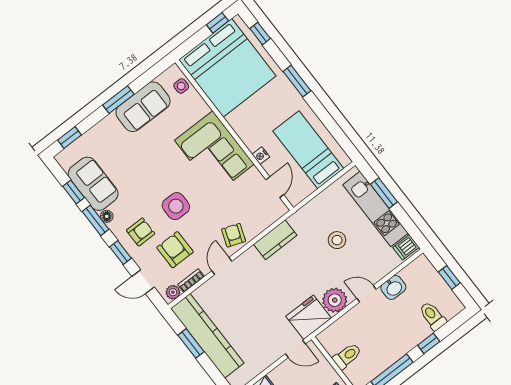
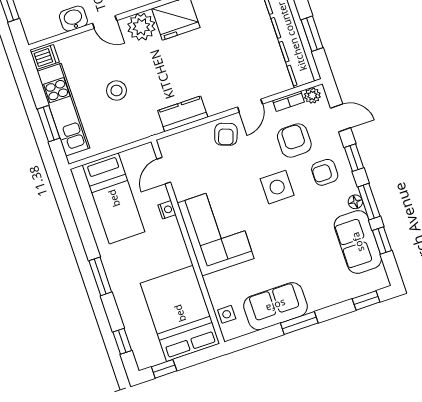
bed: (227, 68) -> (180, 313), width x0.73
armchair: (175, 250) -> (294, 141), turned 180

